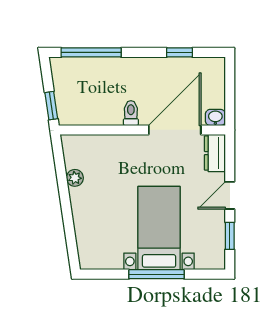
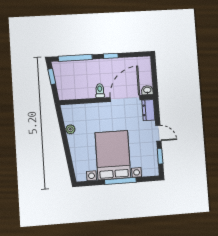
window: (179, 52) -> (111, 56), moved
window: (51, 106) -> (52, 77), moved
door: (230, 195) -> (158, 133), swing flipped
bed with nightstands: (159, 228) -> (113, 155), width x1.36

